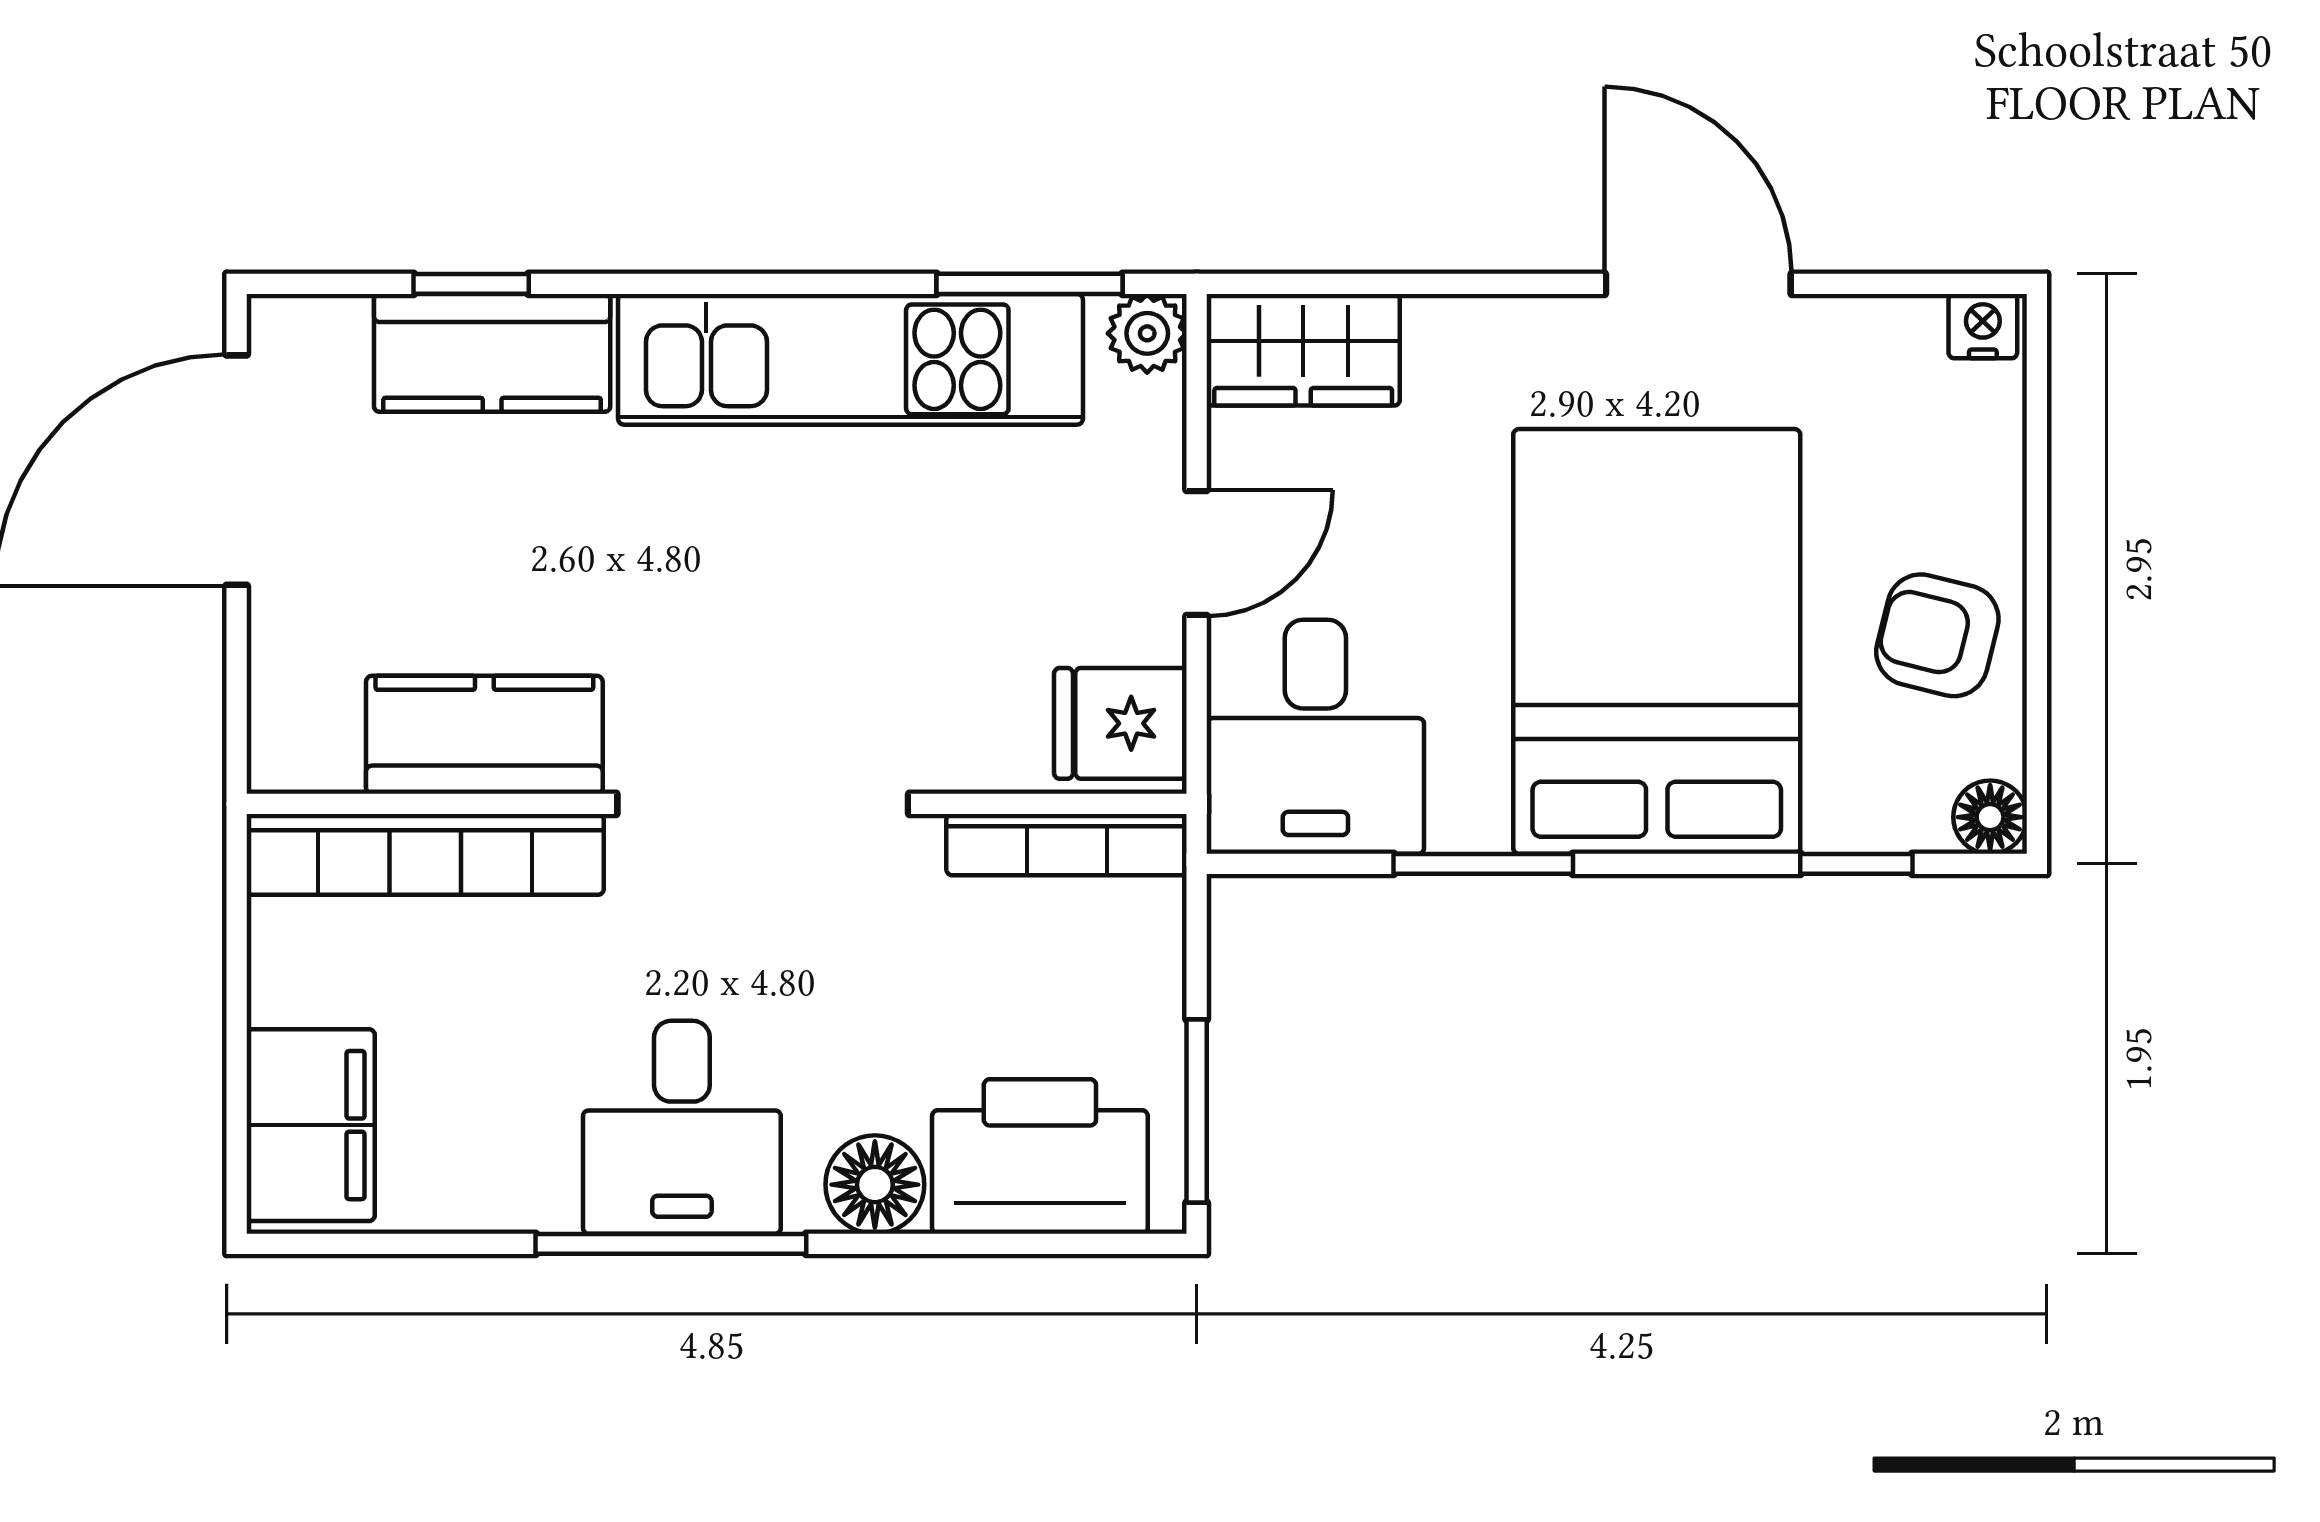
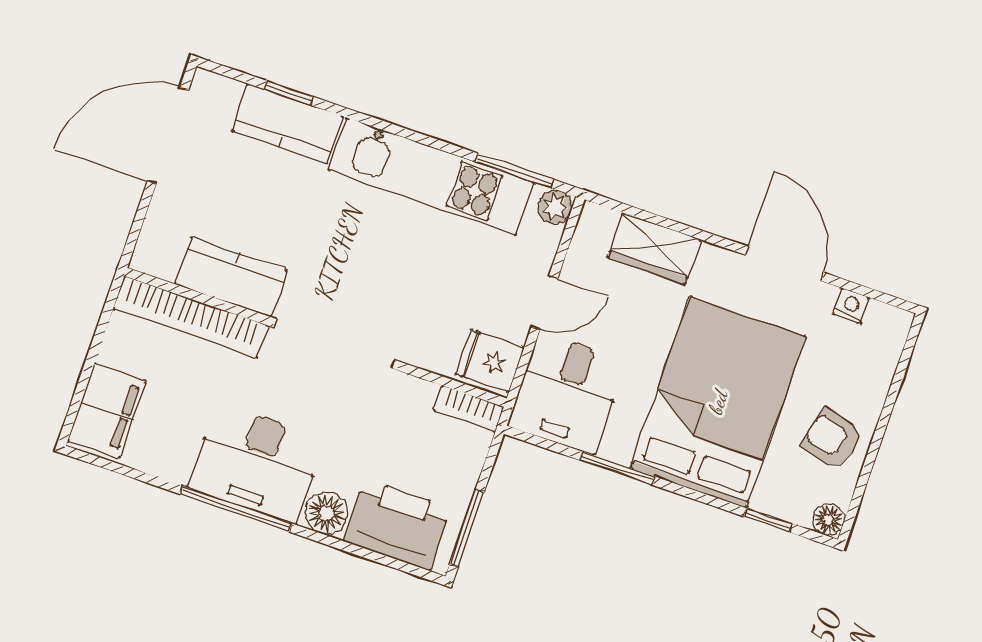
nightstand: (1983, 326) -> (851, 306), moved
wardrobe: (1303, 350) -> (654, 249), moved
bookcase: (1067, 845) -> (469, 408), width x0.64
desk: (682, 1127) -> (256, 463), width x1.37

